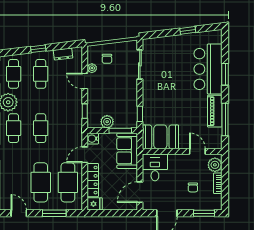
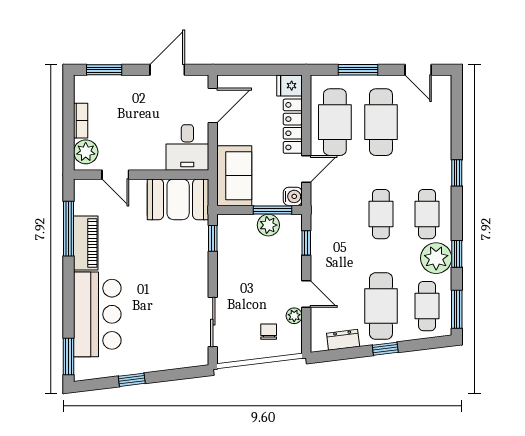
cafe table: (41, 74) -> (381, 306), width x1.37, depth x1.35
window: (225, 74) -> (68, 356), moved
window: (120, 131) -> (272, 210), moved
chair: (193, 187) -> (123, 114), removed

